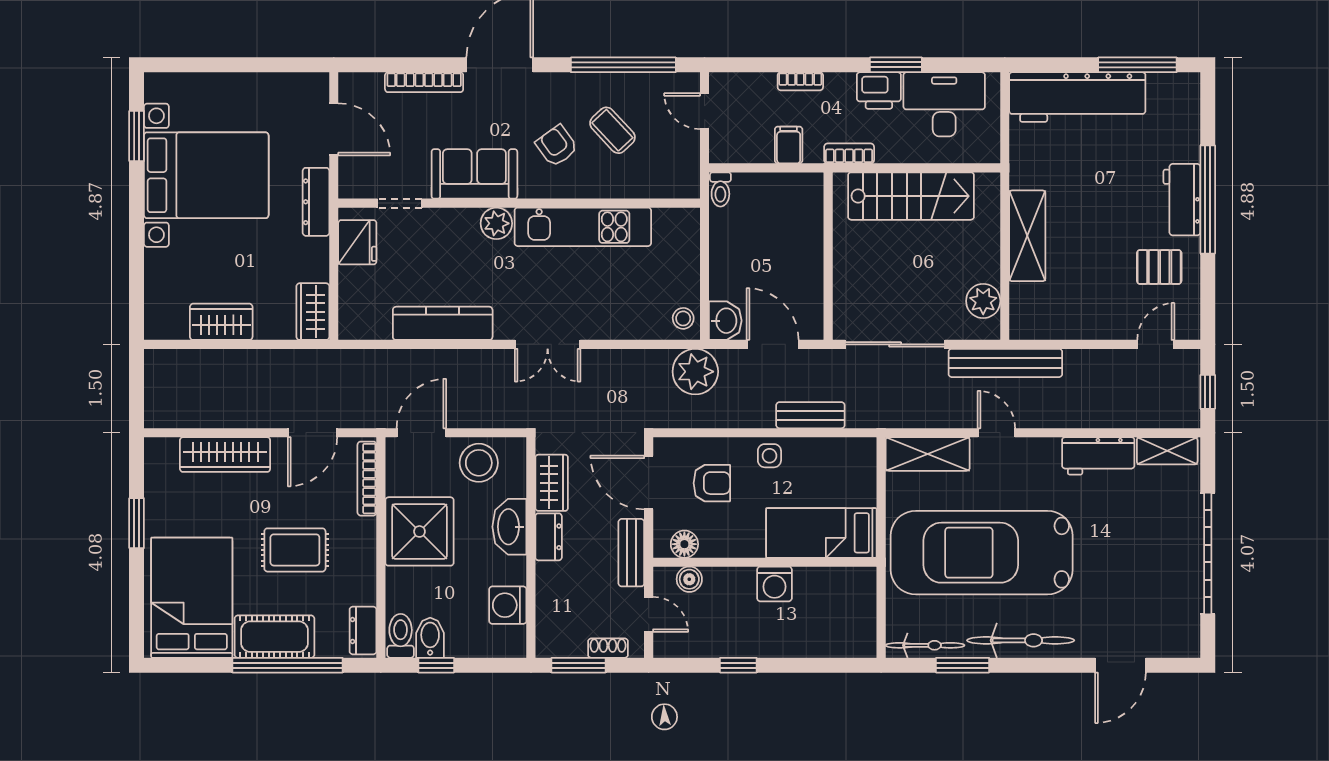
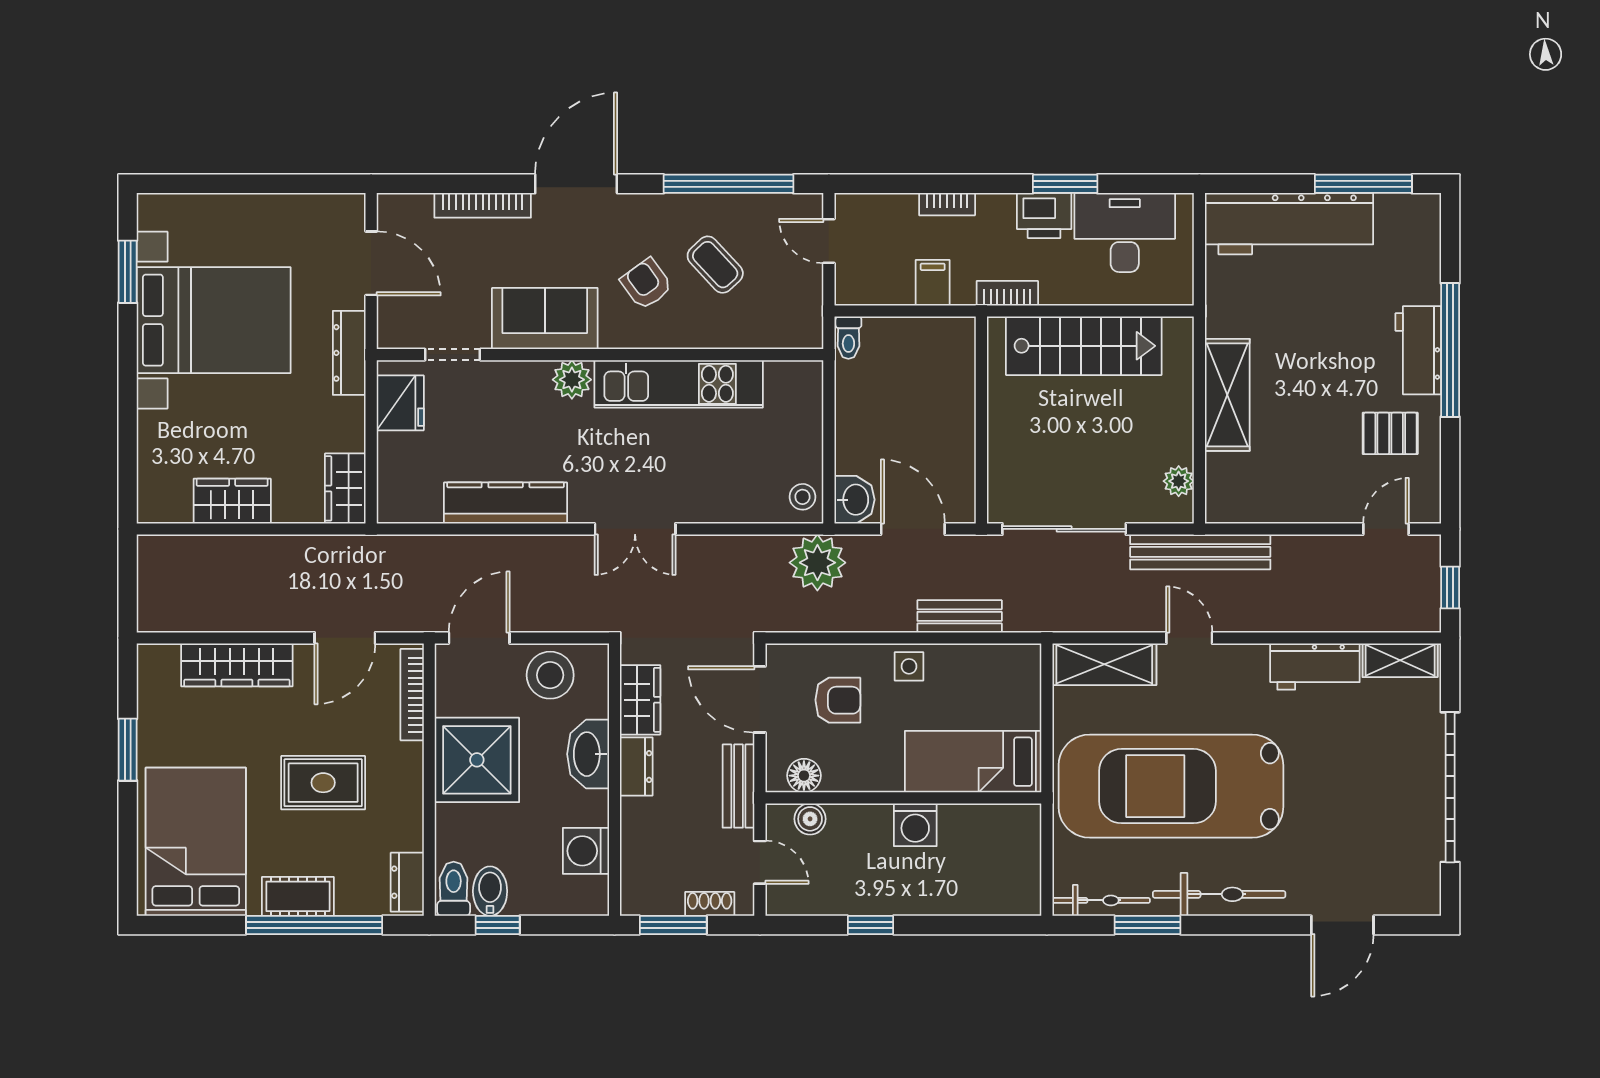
plant: (983, 301) -> (1179, 481), width x0.73, depth x0.73
cot: (274, 637) -> (298, 896), width x0.73, depth x0.75

